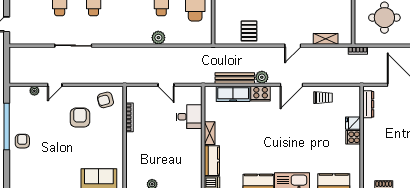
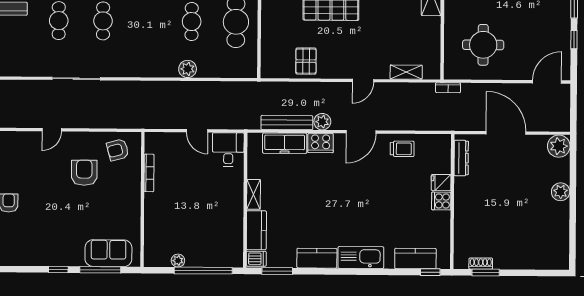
plant: (34, 91) -> (25, 137), removed
desk: (189, 117) -> (228, 150), moved, turned -90

